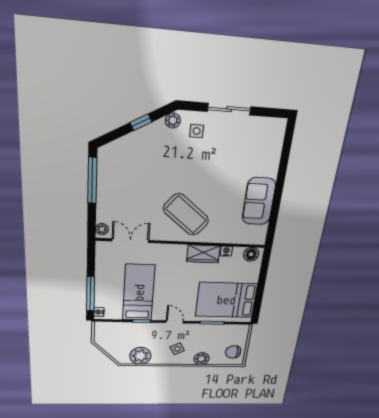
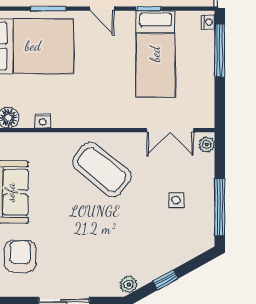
side table: (197, 131) -> (176, 200), moved
armchair: (259, 151) -> (20, 256), added
wardrobe: (203, 254) -> (73, 116), removed

